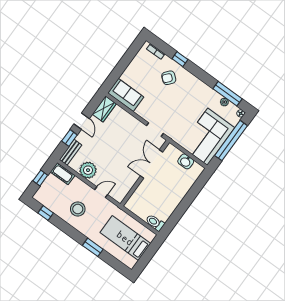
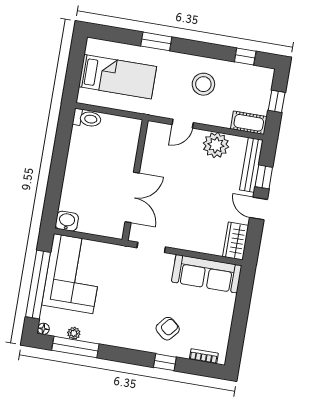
sofa: (126, 95) -> (207, 274), width x1.36
bench: (71, 152) -> (251, 165), width x1.36
washbasin: (186, 161) -> (67, 221), moved

